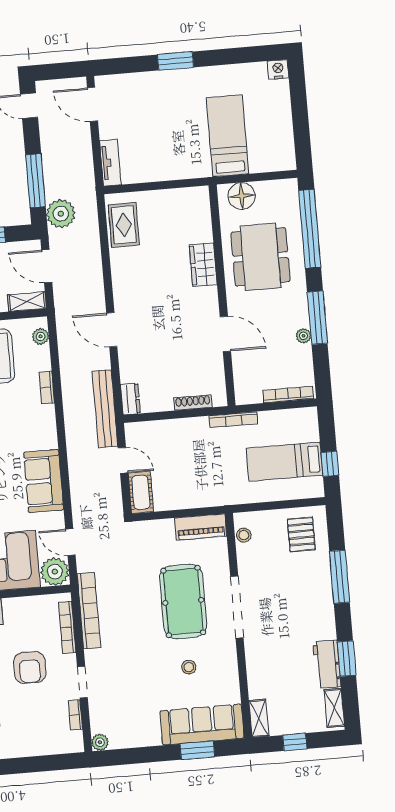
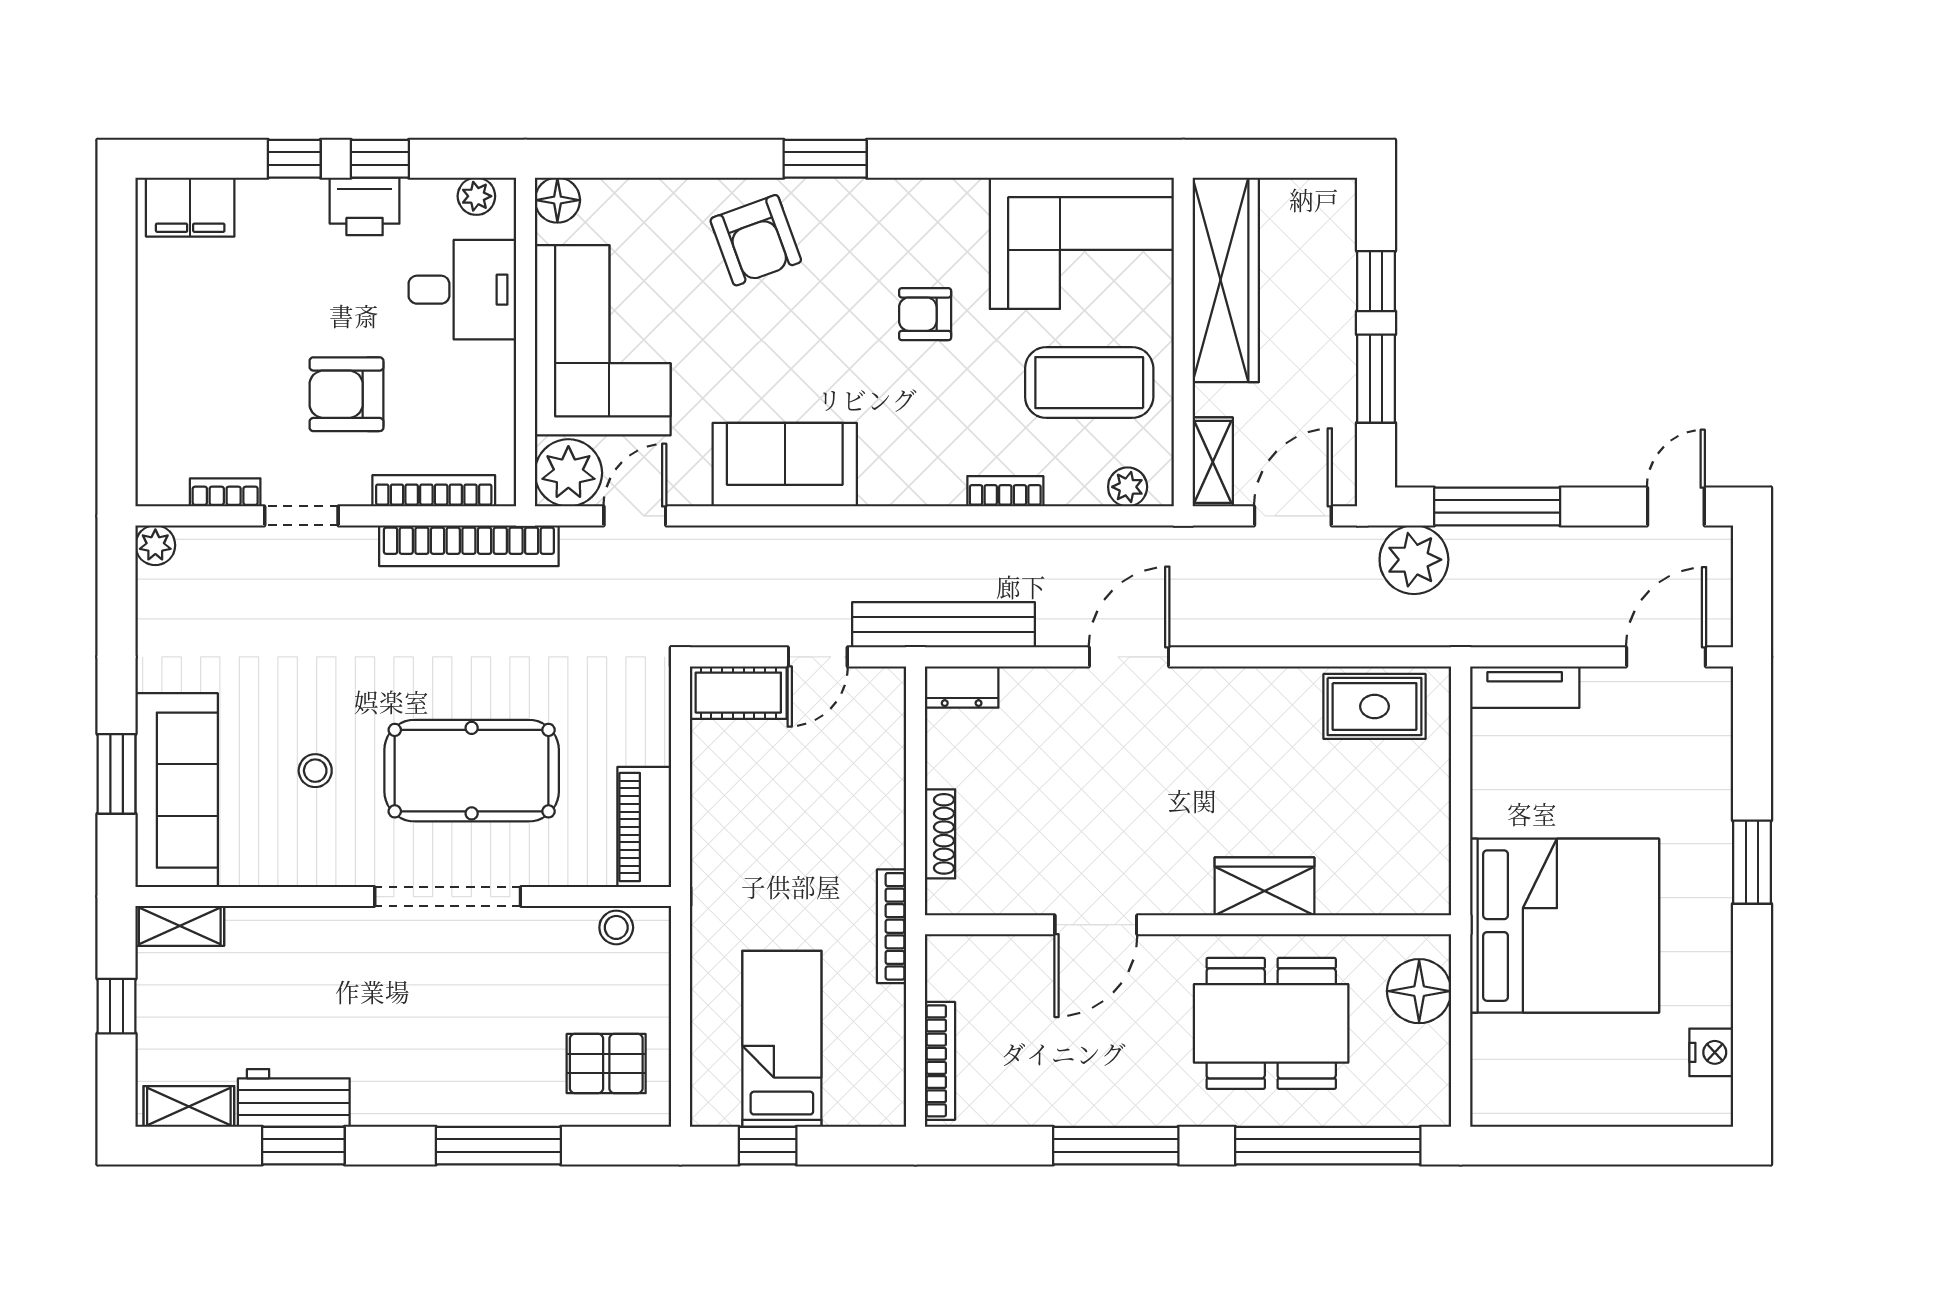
nightstand: (278, 69) -> (1711, 1052), moved
bed: (228, 136) -> (1565, 926), width x2.04
plant: (303, 336) -> (1076, 1109), removed

